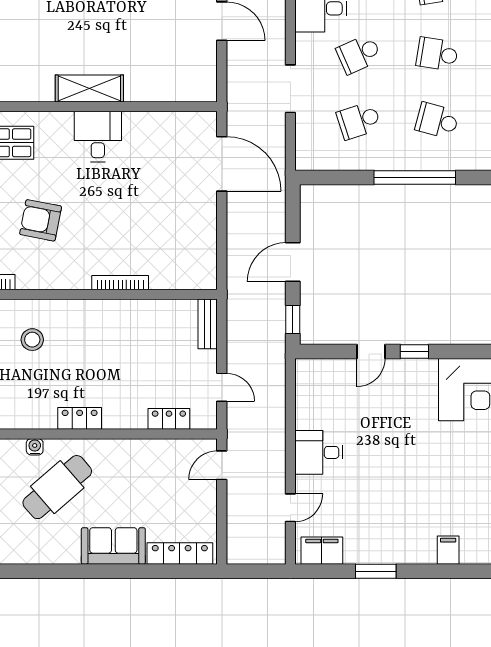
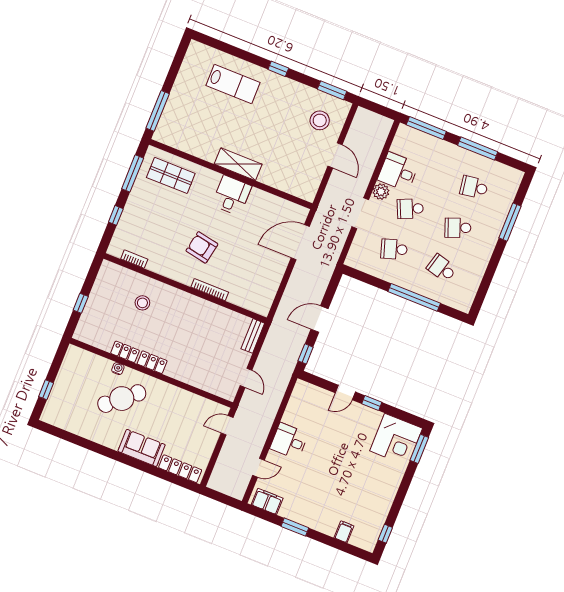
plant: (308, 46) -> (381, 192), added
school desk: (437, 54) -> (458, 228), turned -30
door: (222, 164) -> (300, 242), swing flipped
armchair: (41, 220) -> (202, 247), moved
locker: (169, 419) -> (125, 352), moved

